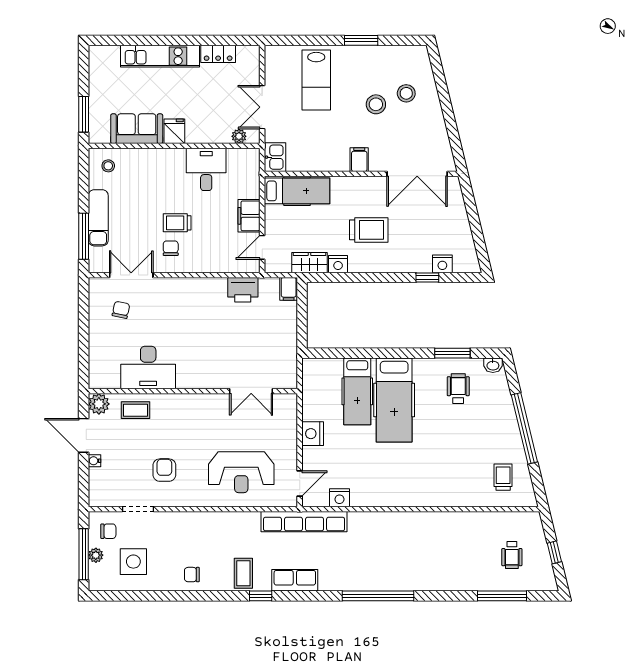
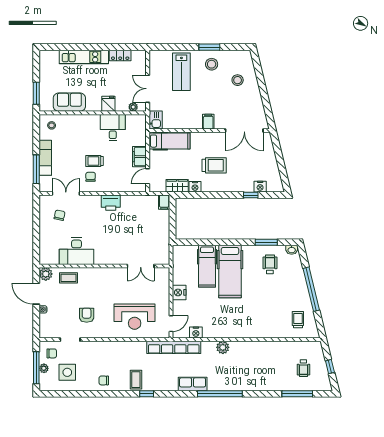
stool: (376, 104) -> (212, 64), moved
fridge: (174, 131) -> (108, 104), moved
printer: (243, 290) -> (111, 203), moved
plant: (383, 522) -> (223, 347), added
row of seats: (295, 580) -> (193, 384), moved

